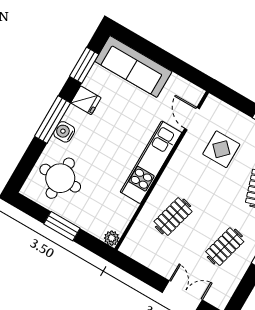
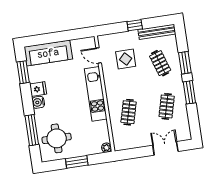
window: (52, 120) -> (32, 130), moved
water cooler: (64, 132) -> (38, 102), moved

